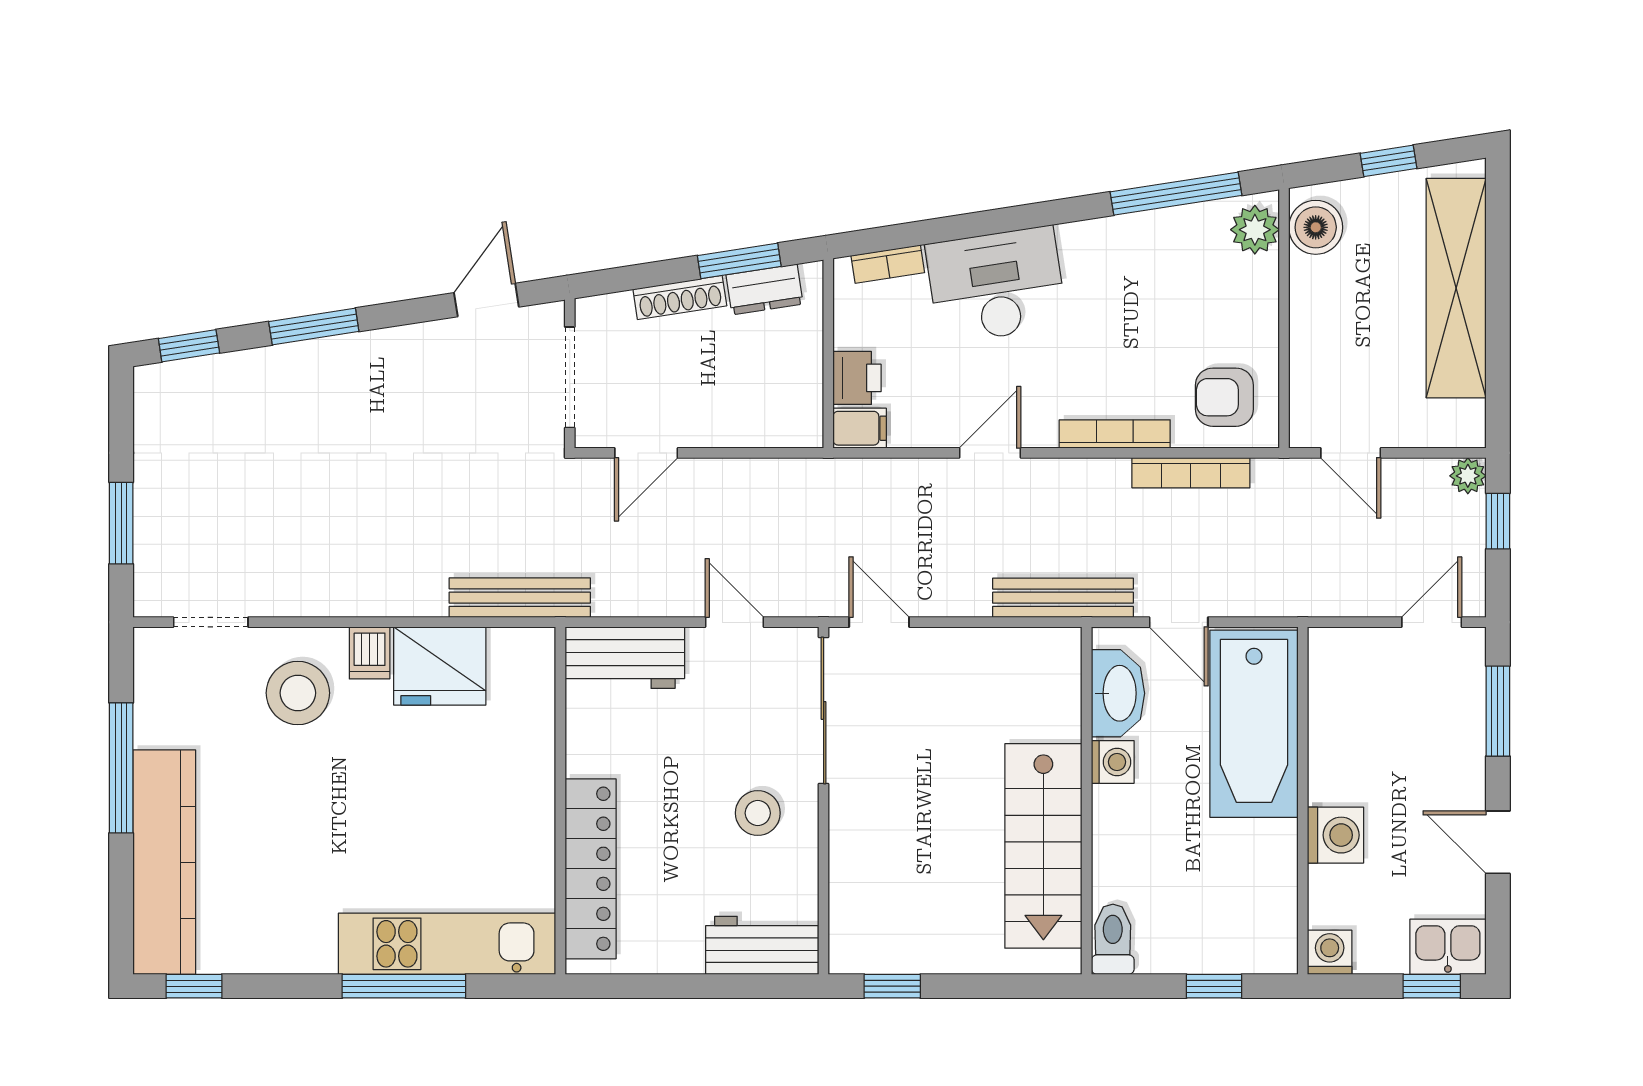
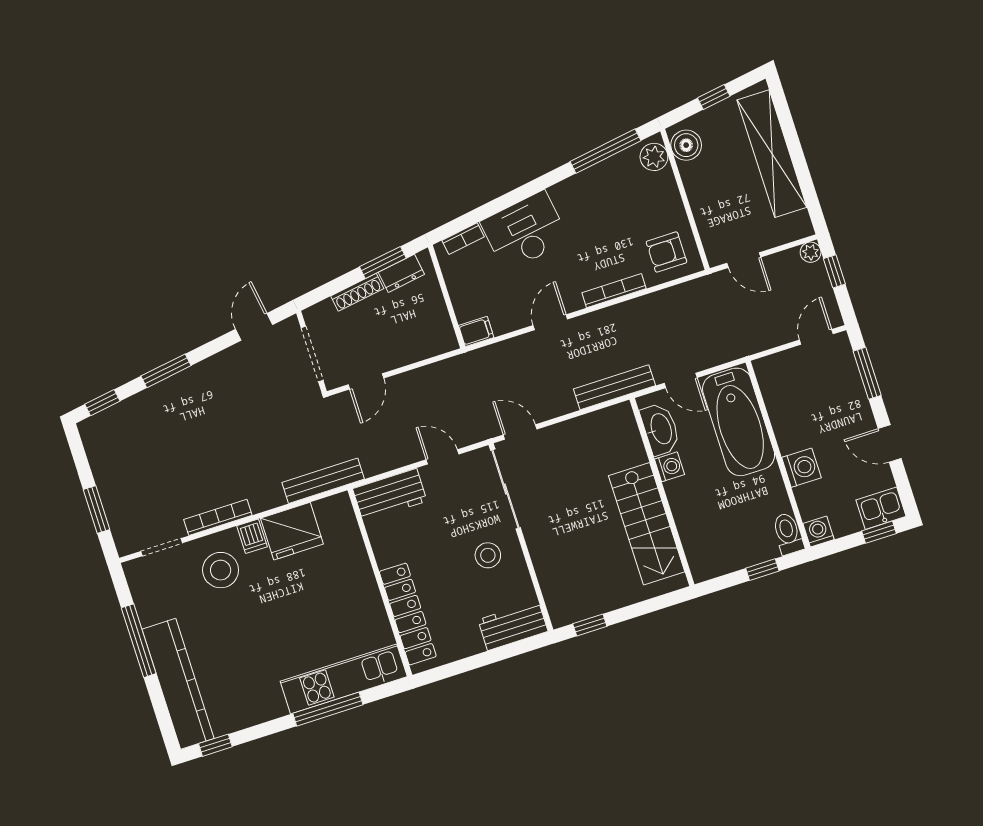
printer: (857, 378) -> (466, 305), removed
bookcase: (1191, 473) -> (218, 517), moved, turned 180
toilet: (1113, 939) -> (788, 534), moved

